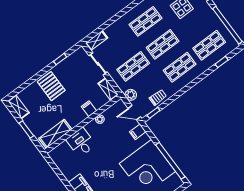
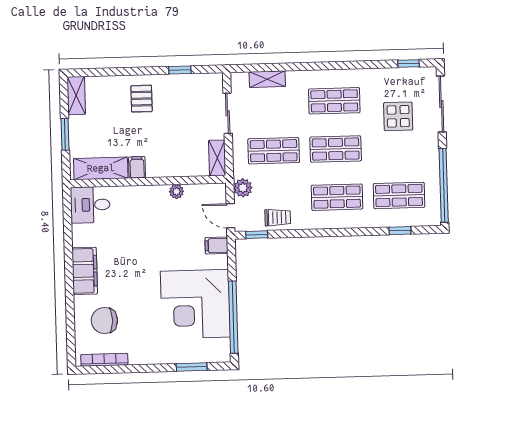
shelving: (97, 41) -> (267, 79), moved
pallet: (51, 86) -> (142, 99), width x0.67, depth x0.71
filing cabinet: (89, 109) -> (137, 167), moved
desk: (81, 142) -> (90, 205), moved, turned -90

